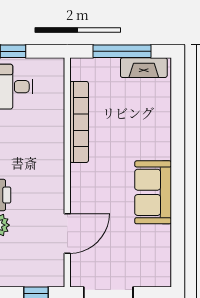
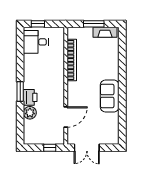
window: (122, 51) -> (94, 24), width x0.69

